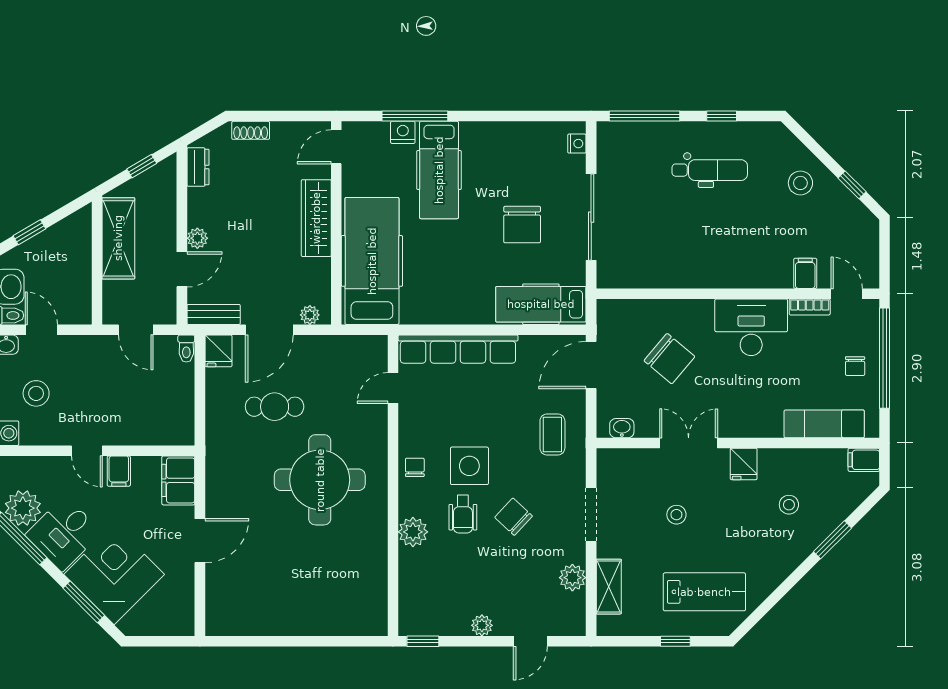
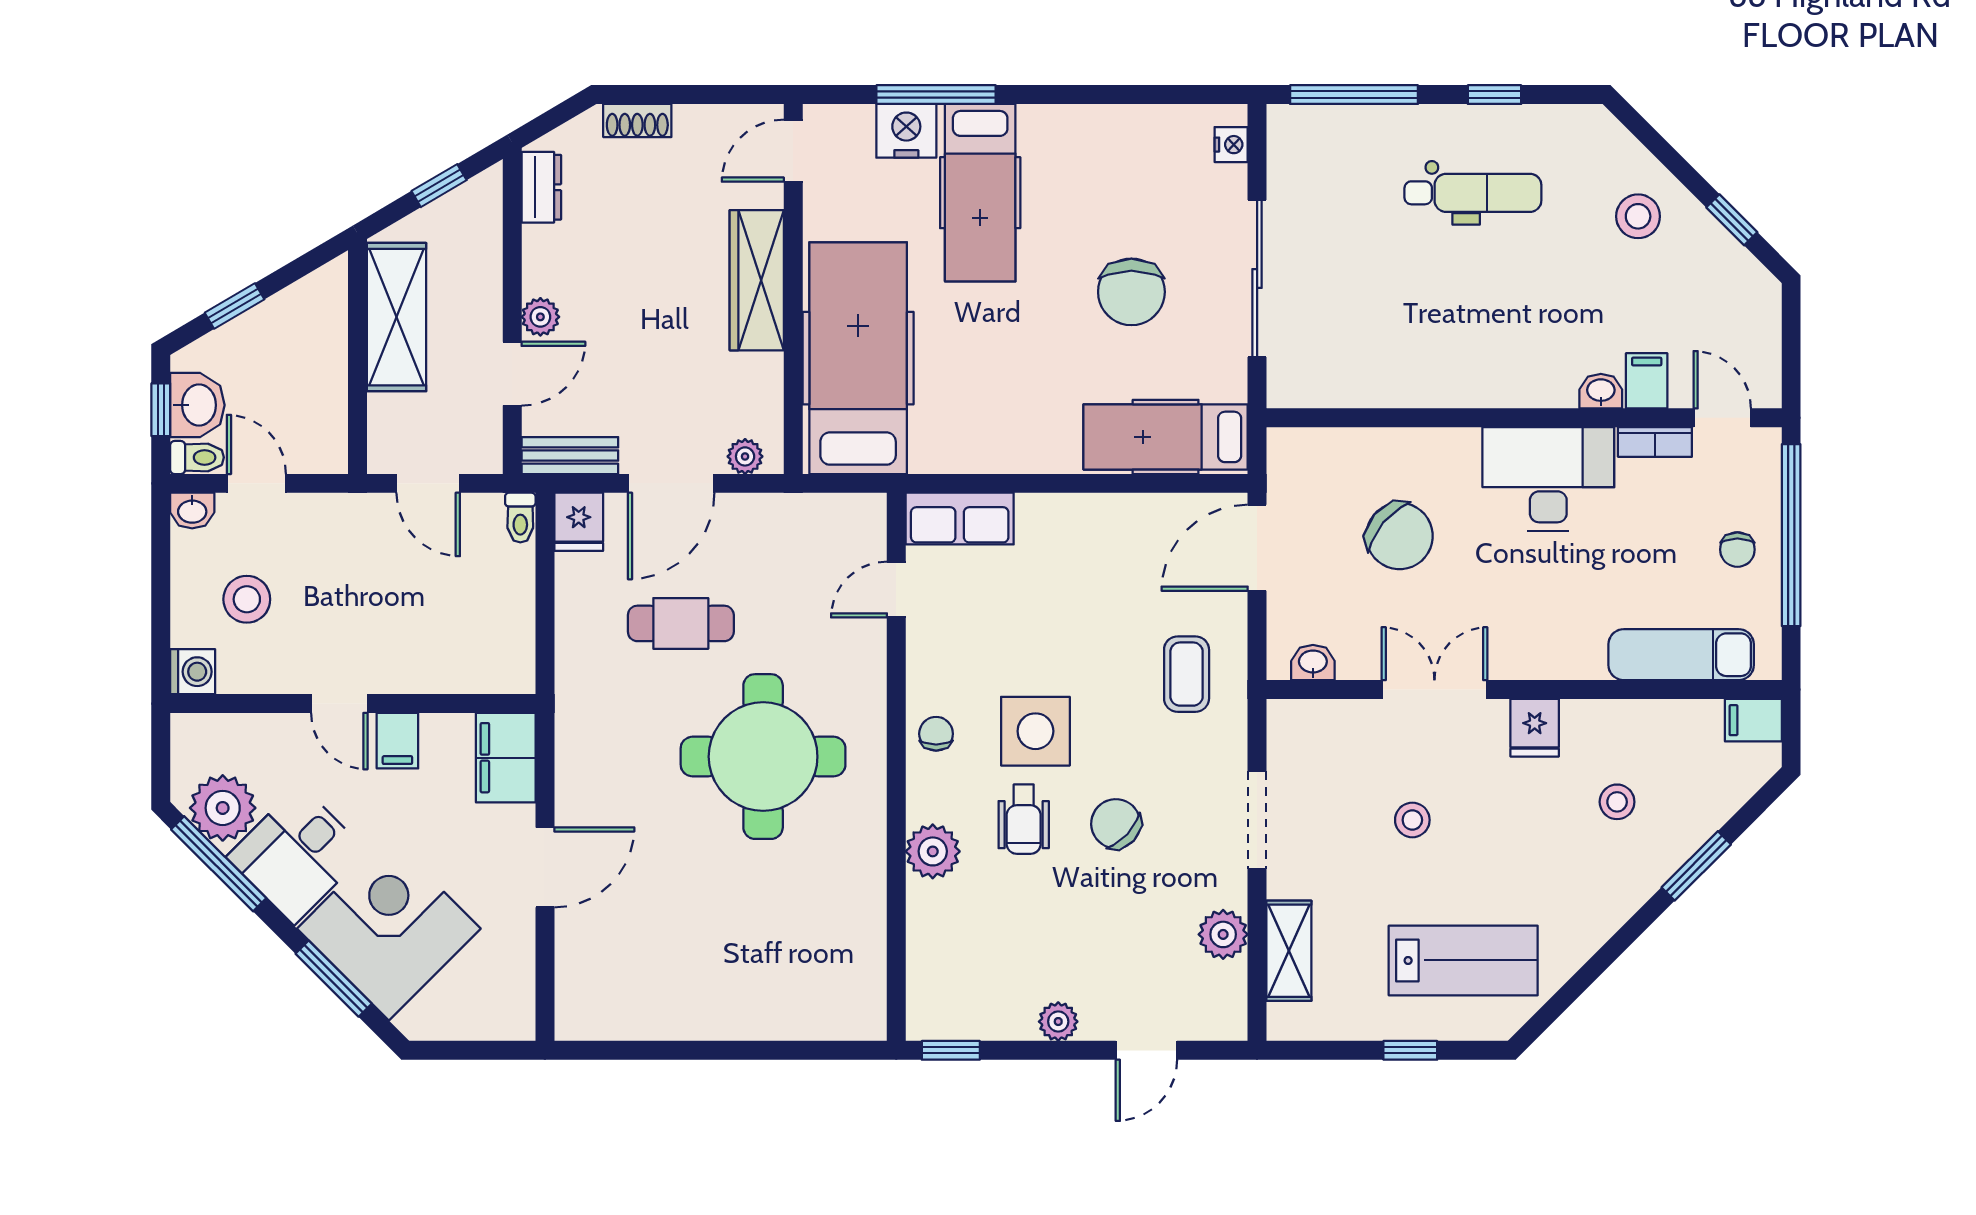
nightstand: (403, 132) -> (906, 131), width x1.36, depth x1.33
washbasin: (780, 279) -> (1601, 391), added
row of seats: (458, 349) -> (960, 519), width x0.50

